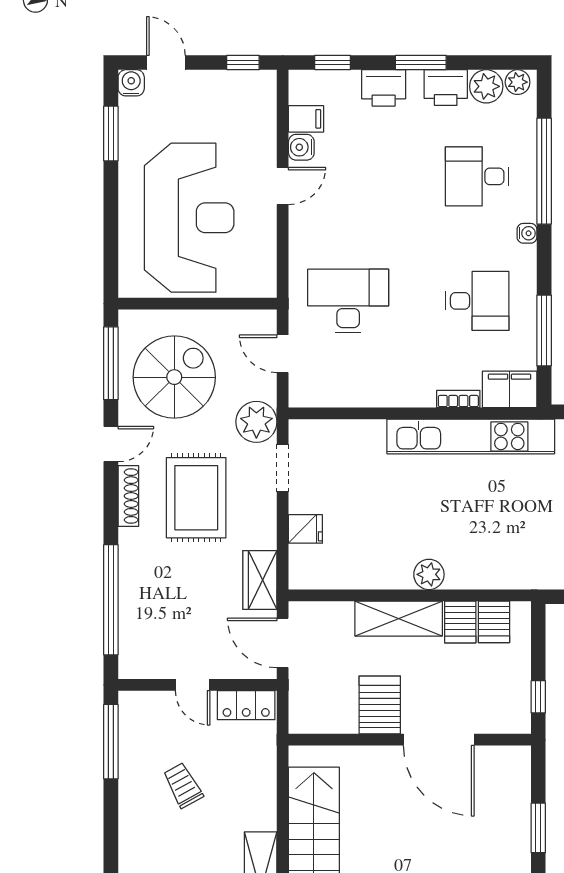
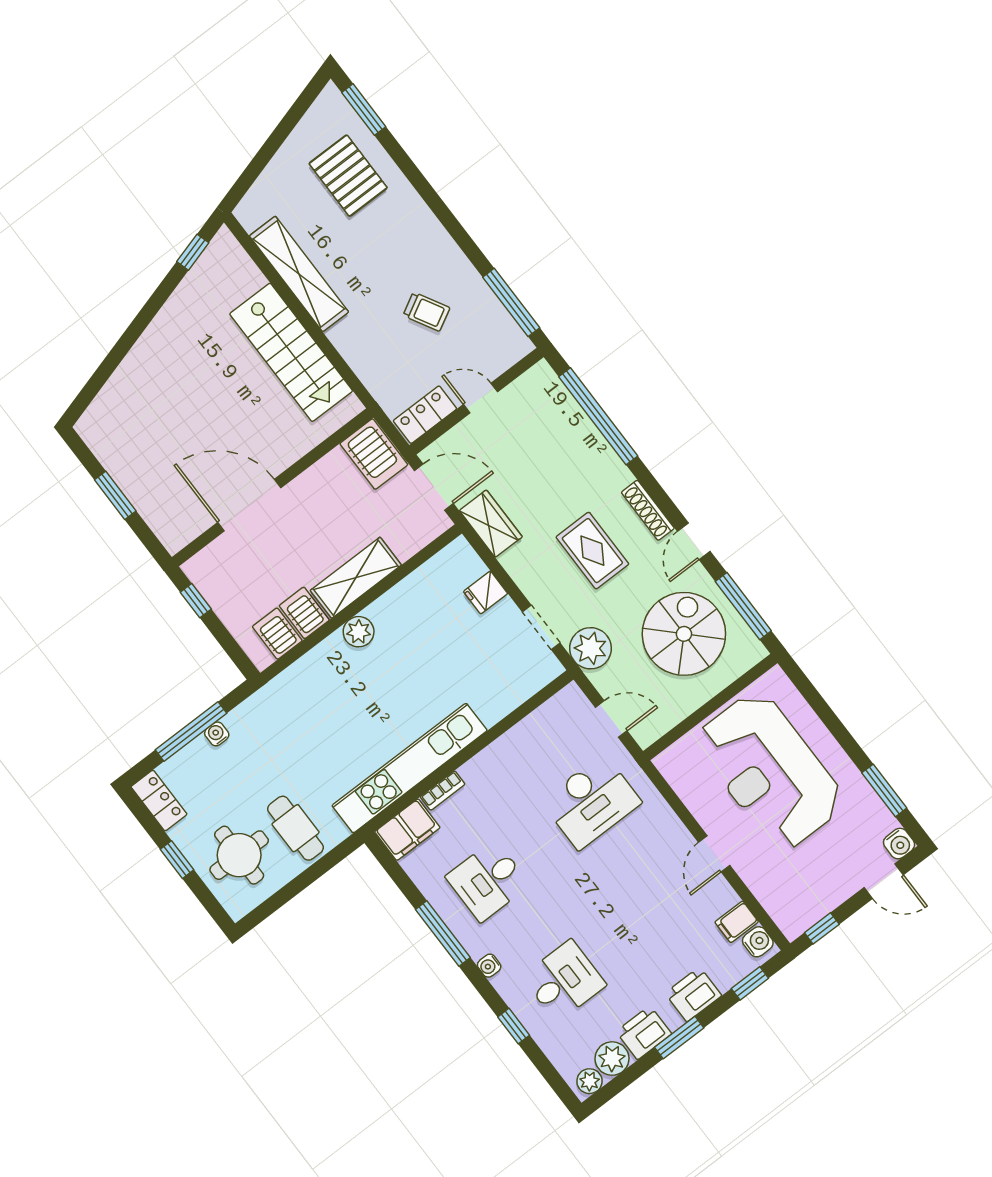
water cooler: (301, 147) -> (758, 942), moved
window: (544, 171) -> (514, 1026), width x0.32
window: (544, 331) -> (443, 934), moved
spiral stairs: (174, 377) -> (684, 634), turned 180
rug: (196, 498) -> (592, 551), width x0.73, depth x0.70
server rack: (380, 705) -> (374, 454), moved

